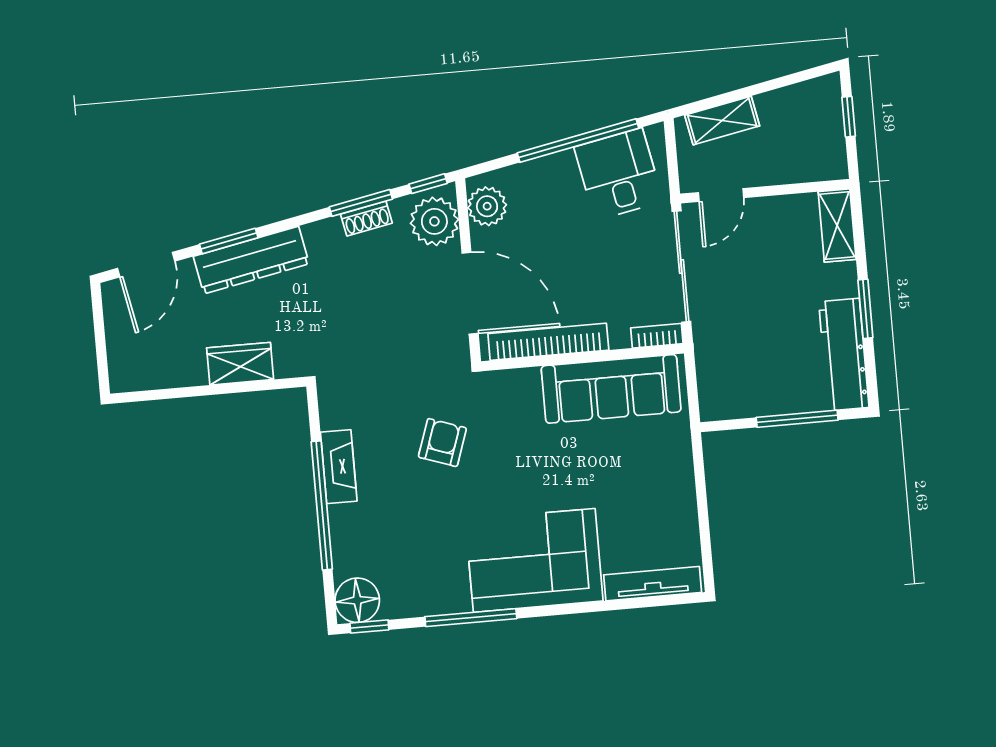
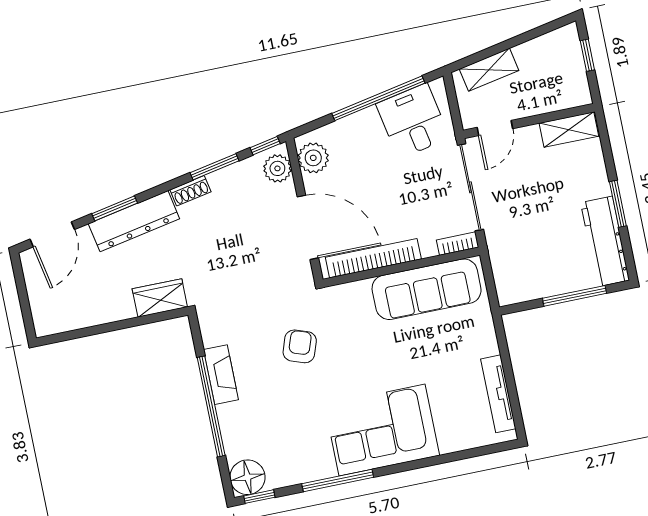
shoe rack: (366, 219) -> (190, 191), moved
plant: (434, 221) -> (277, 168), width x0.73, depth x0.73
shelving: (837, 225) -> (569, 130), moved, turned 90
wardrobe: (240, 364) -> (160, 298), moved
tv unit: (653, 584) -> (498, 394), moved, turned -90

